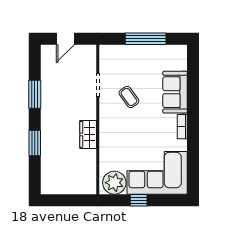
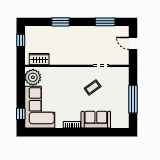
window: (35, 94) -> (105, 22), moved
wardrobe: (88, 134) -> (39, 59), moved
window: (61, 200) -> (21, 40), added
window: (139, 200) -> (21, 114), moved

